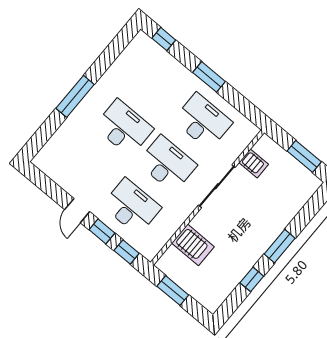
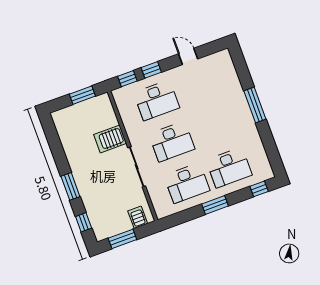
desk: (124, 128) -> (229, 168), moved
server rack: (254, 163) -> (138, 217), moved, turned 90
door: (77, 211) -> (188, 56), moved
server rack: (193, 245) -> (110, 139), moved
window: (252, 279) -> (84, 222), moved

